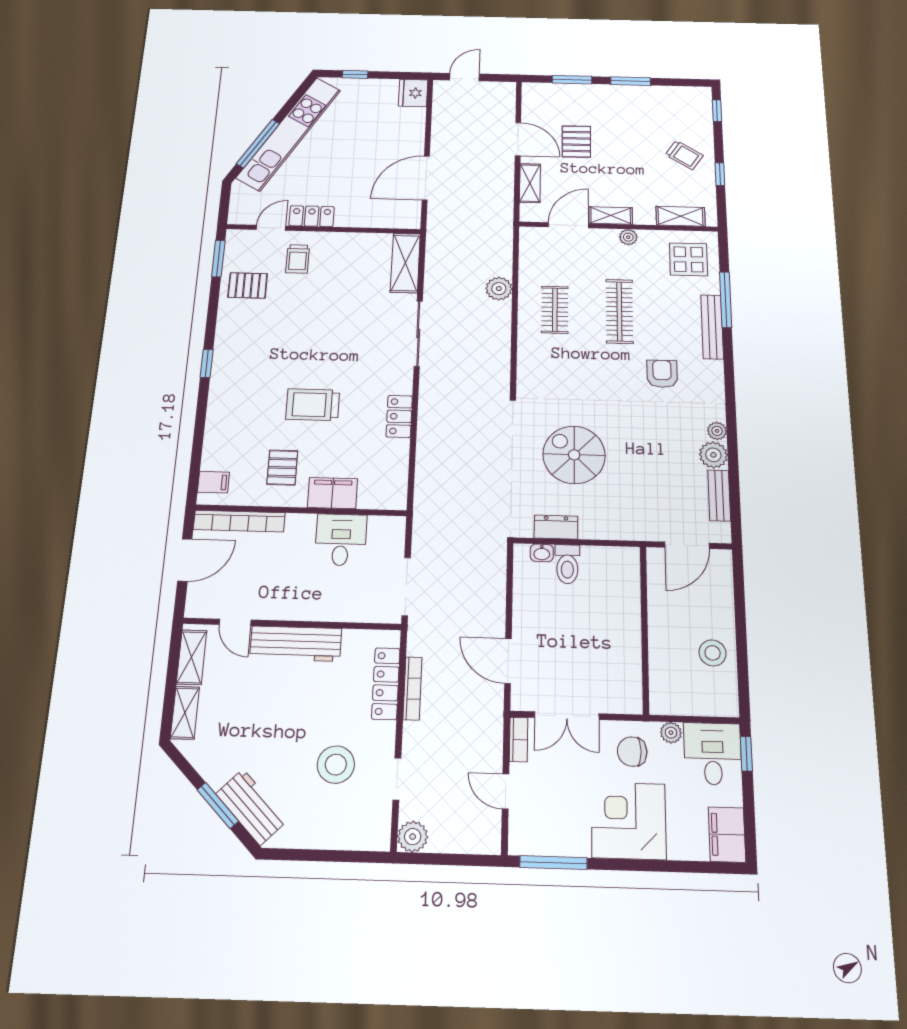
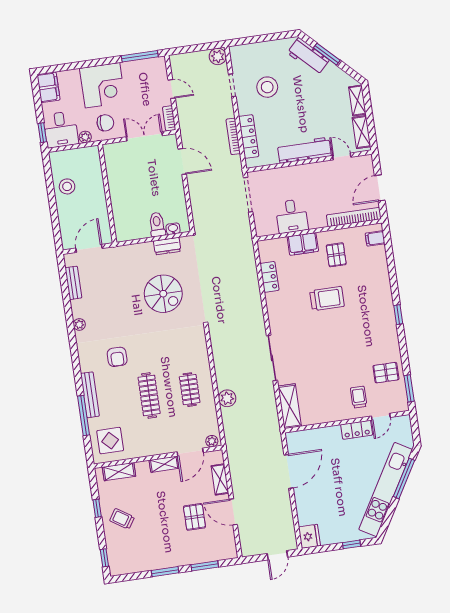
plant: (628, 237) -> (212, 441), moved
locker: (399, 416) -> (270, 277), moved
plant: (713, 455) -> (80, 308), removed

